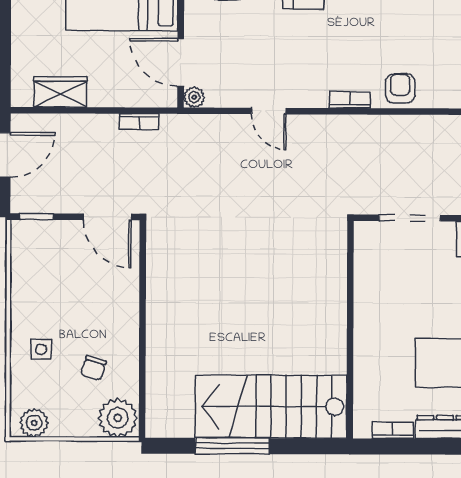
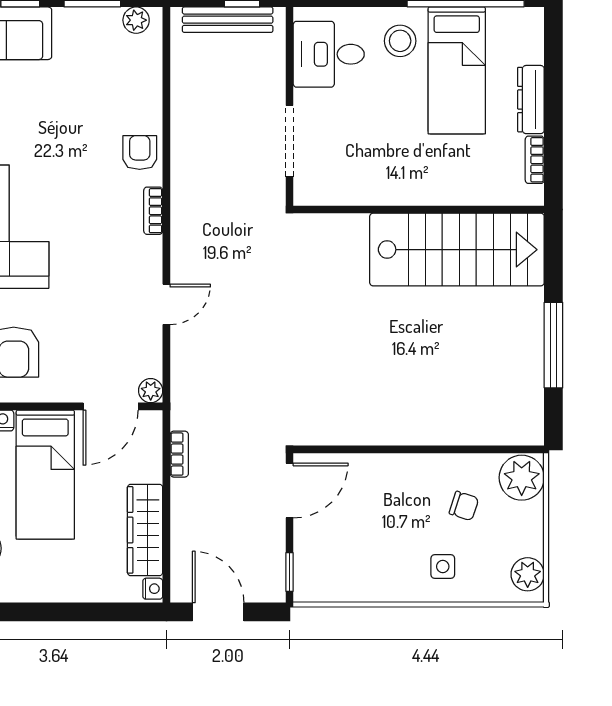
armchair: (400, 88) -> (140, 153), turned 90
wardrobe: (60, 92) -> (145, 530), width x1.50
nightstand: (23, 98) -> (153, 589), added
stairs: (271, 407) -> (457, 250), moved, turned -90

